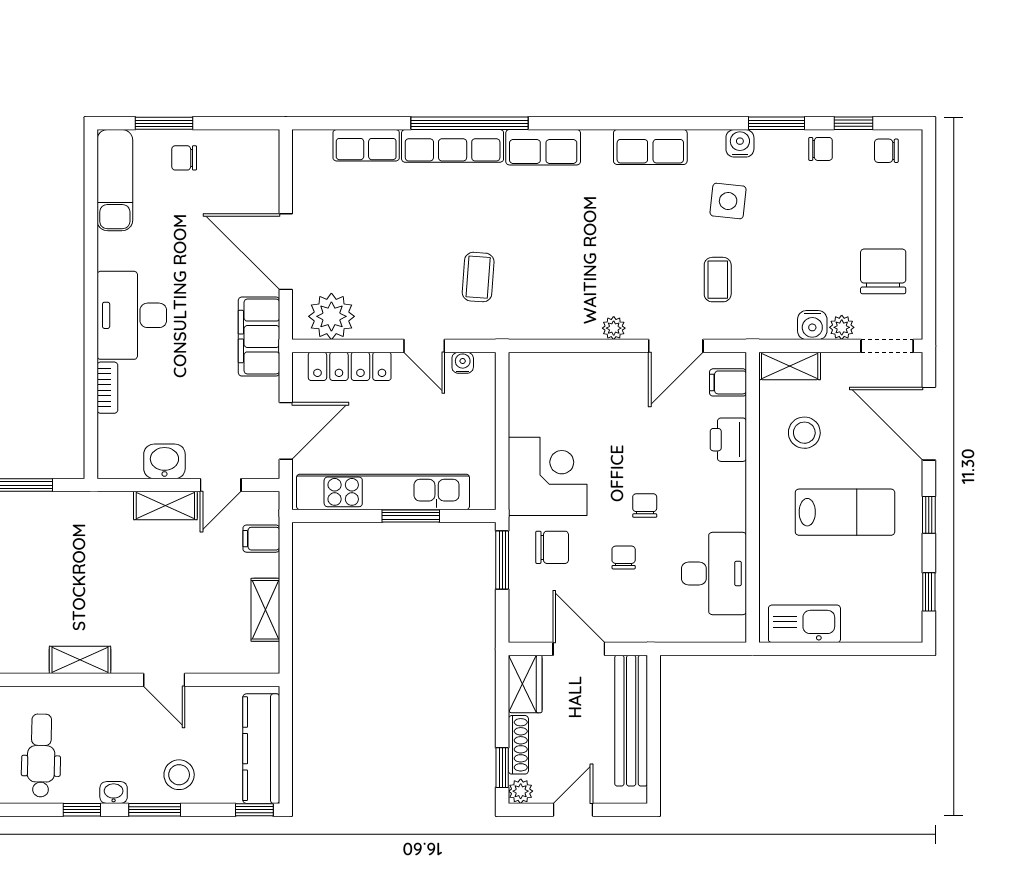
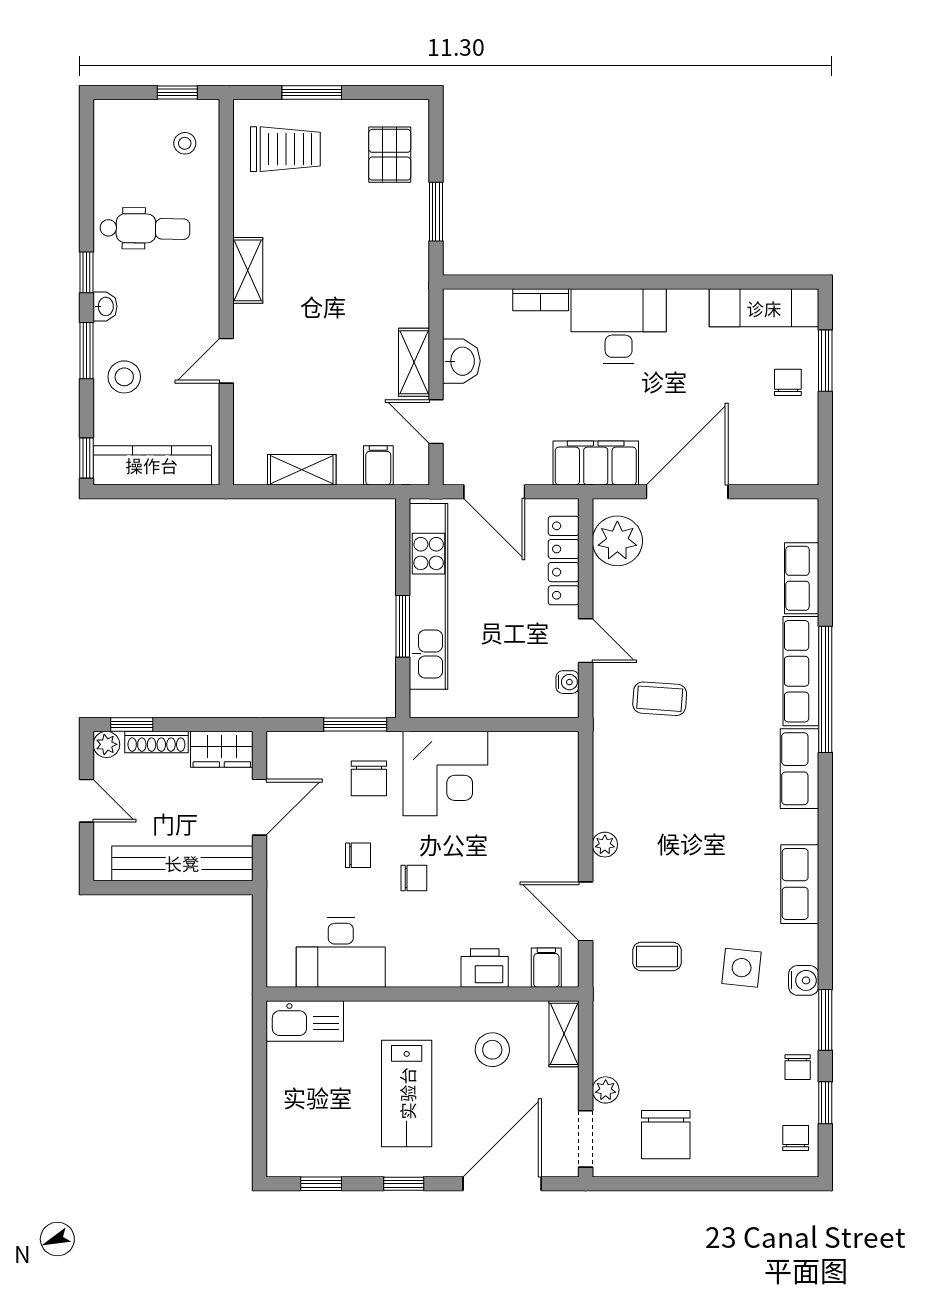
chair: (883, 271) -> (666, 1135), turned 90
water cooler: (812, 325) -> (608, 1058), removed
door: (424, 346) -> (586, 641), swing flipped
kitchen sink: (804, 624) -> (305, 1021), moved, turned 90

